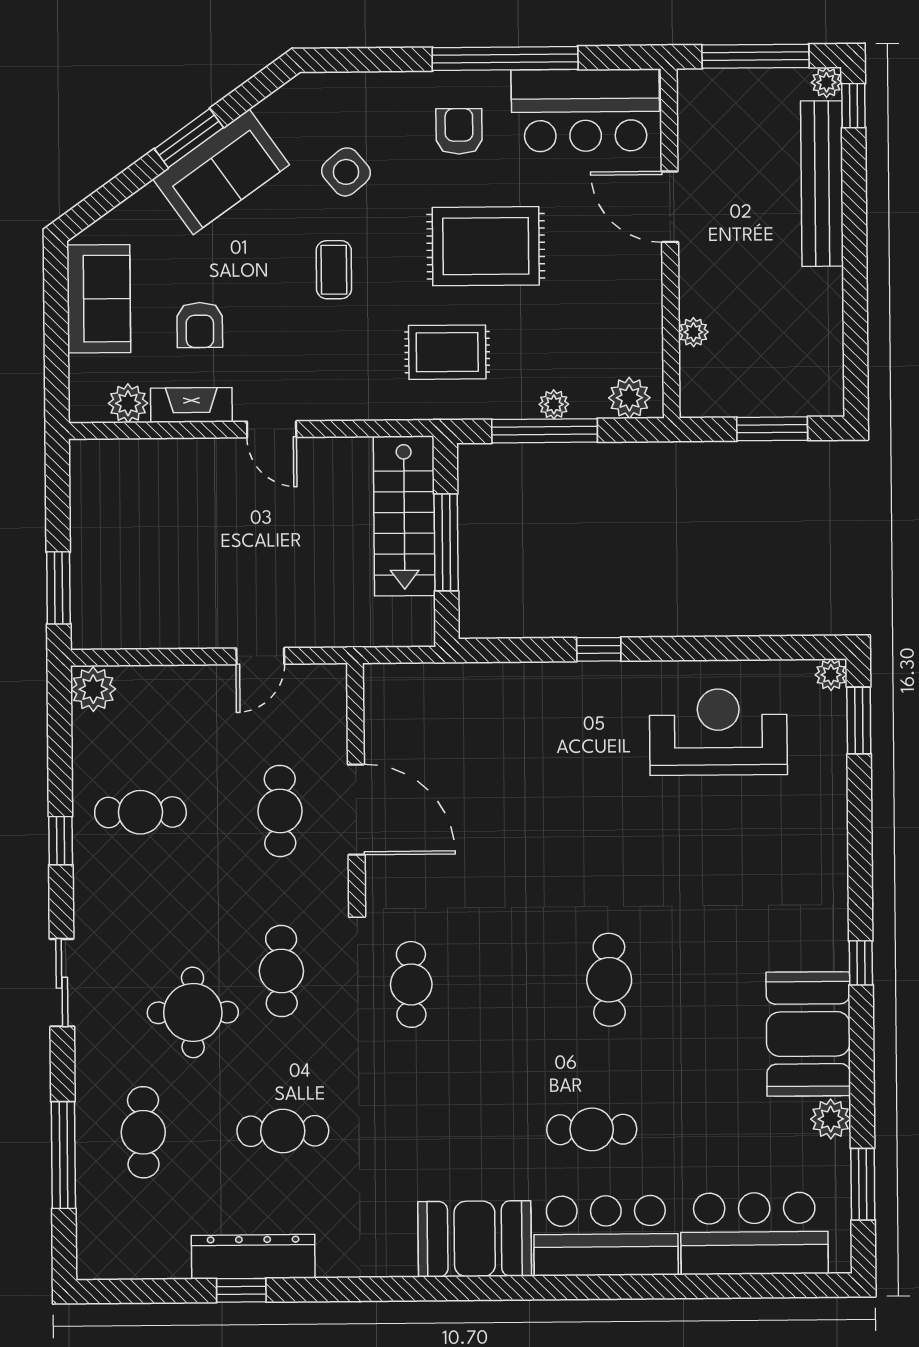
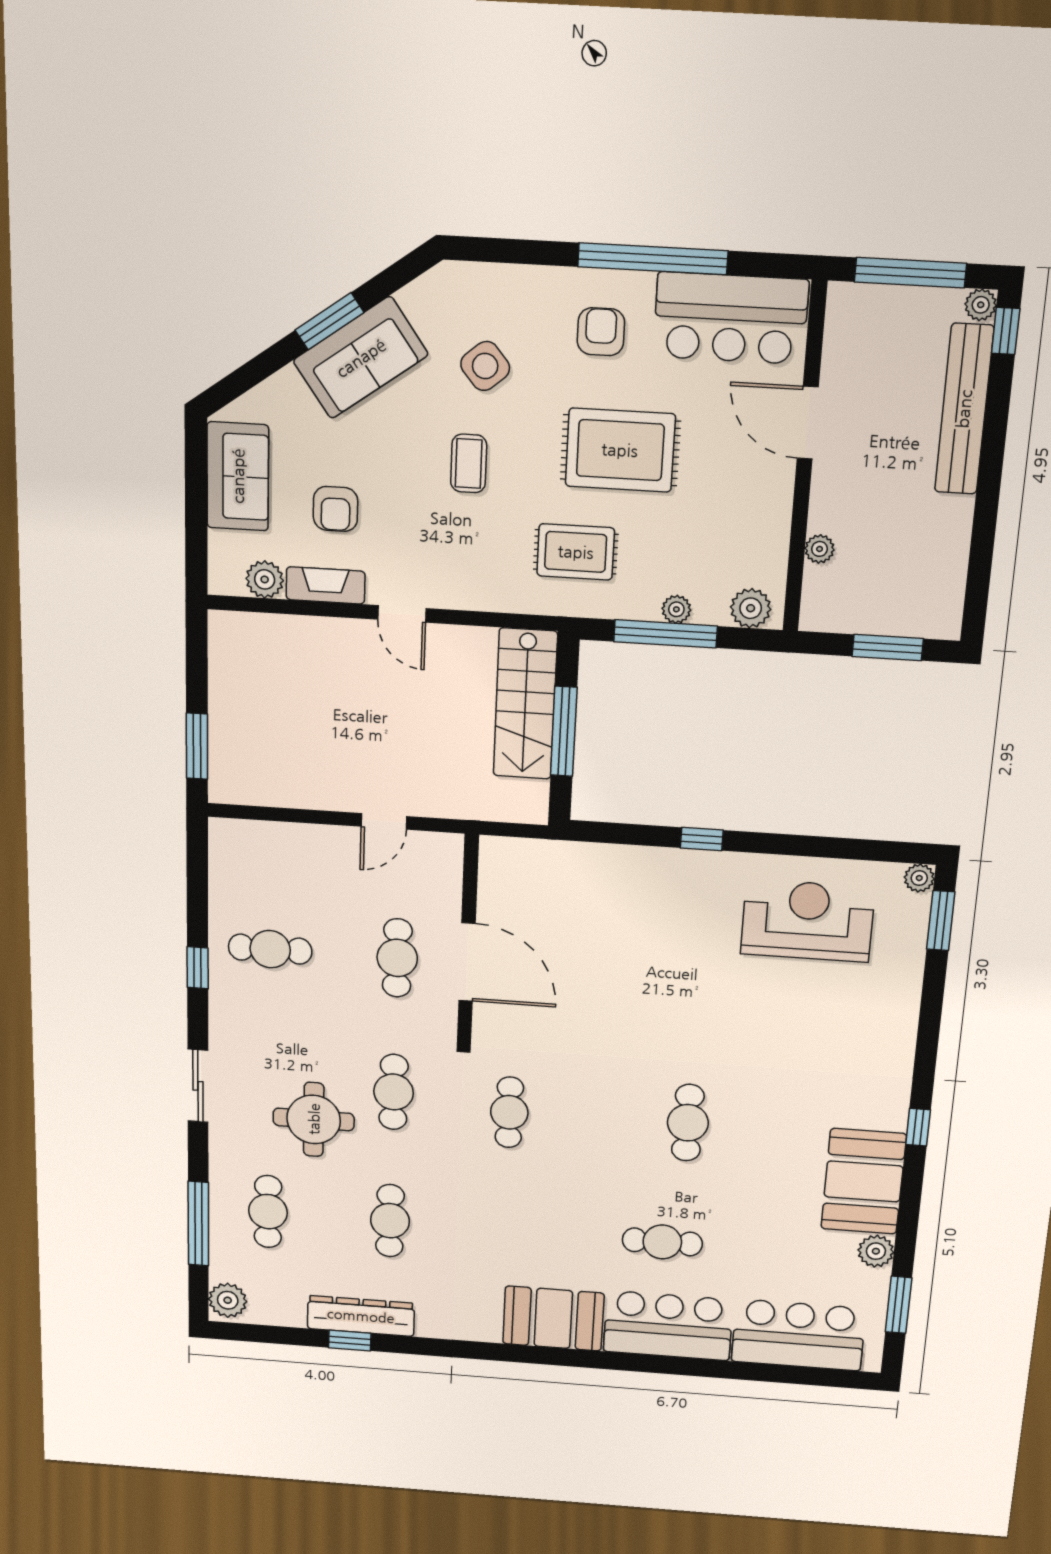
plant: (93, 689) -> (228, 1300), moved
cafe table: (283, 1131) -> (390, 1221), turned 90

